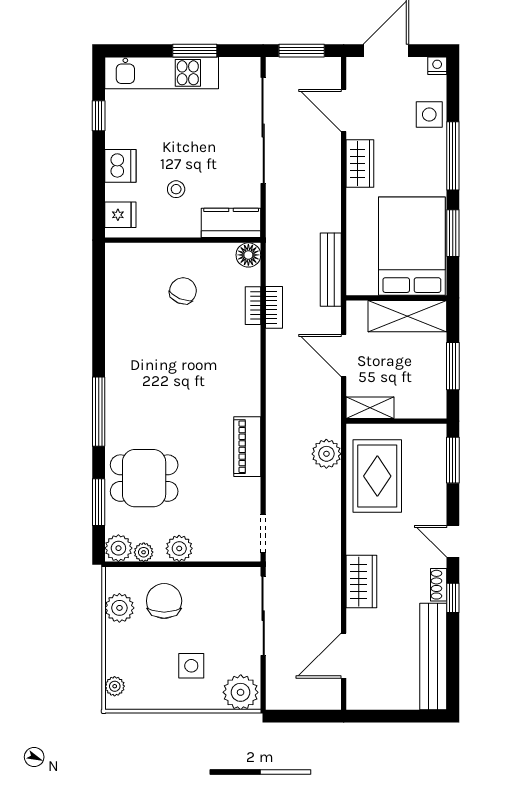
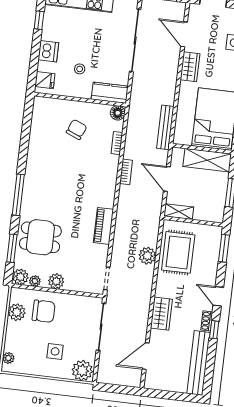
bookcase: (274, 307) -> (126, 172), moved
plant: (326, 454) -> (147, 256), moved
chair: (164, 601) -> (44, 311), turned 90

